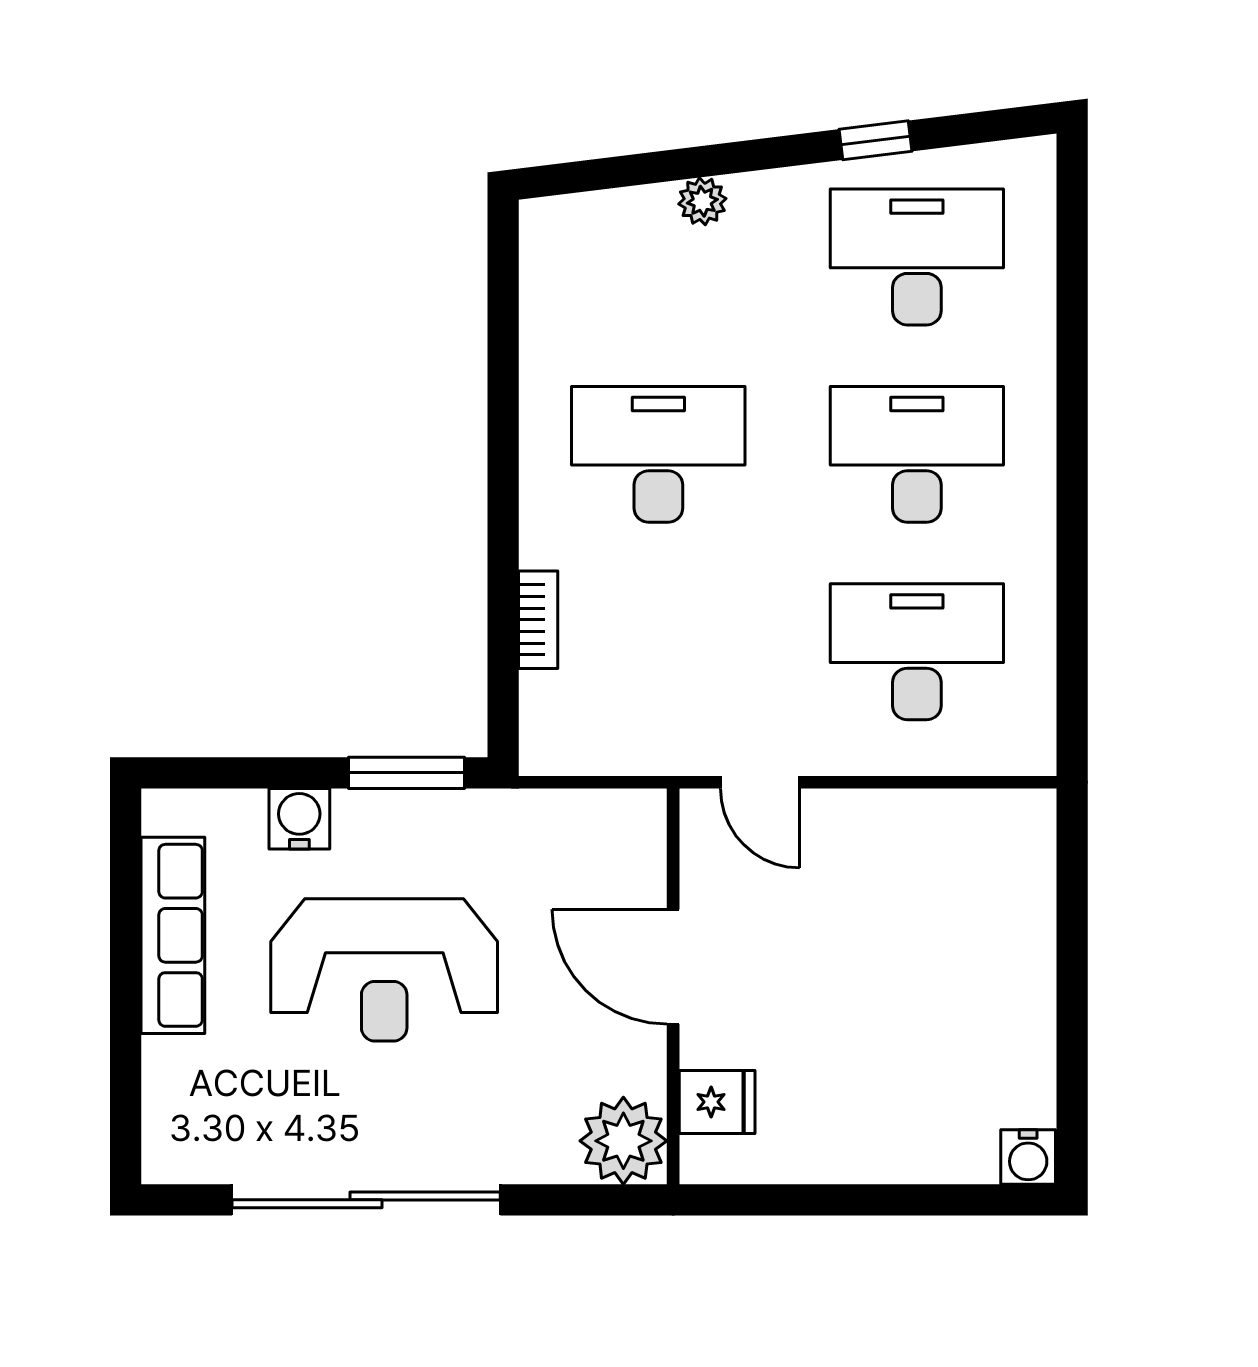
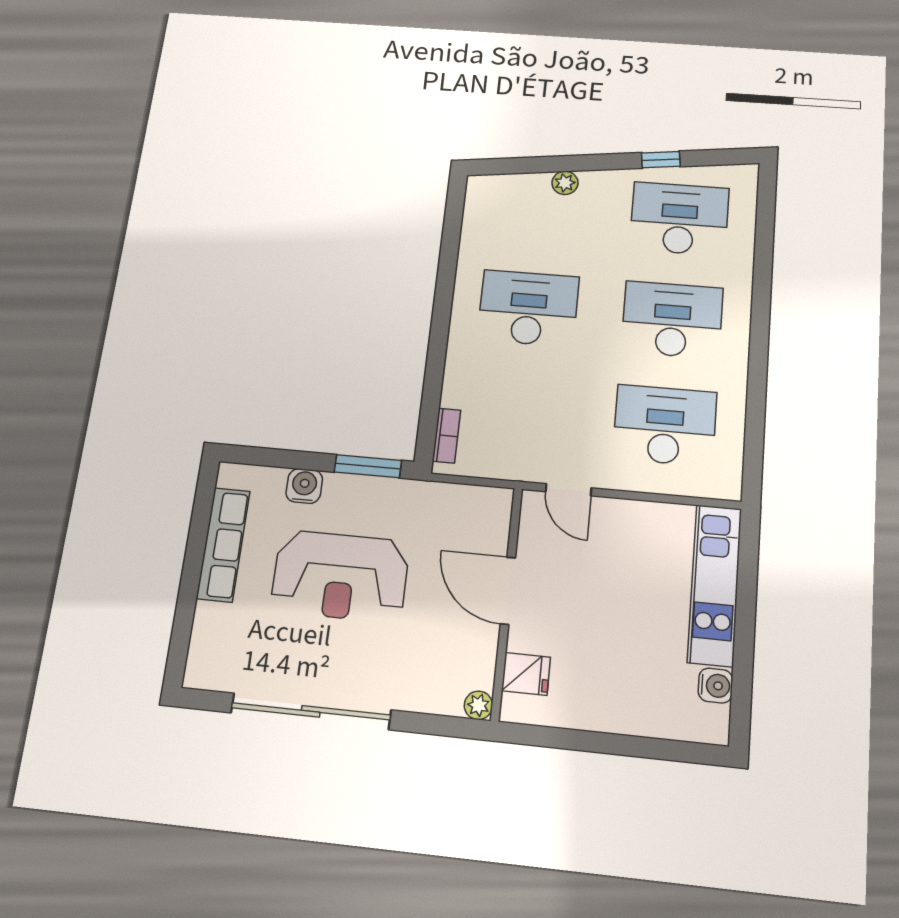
bookcase: (538, 620) -> (446, 436), moved
kitchen unit: (1019, 923) -> (715, 585), added
plant: (623, 1141) -> (478, 705), width x0.53, depth x0.53
water cooler: (1028, 1157) -> (715, 686), moved, turned -90

